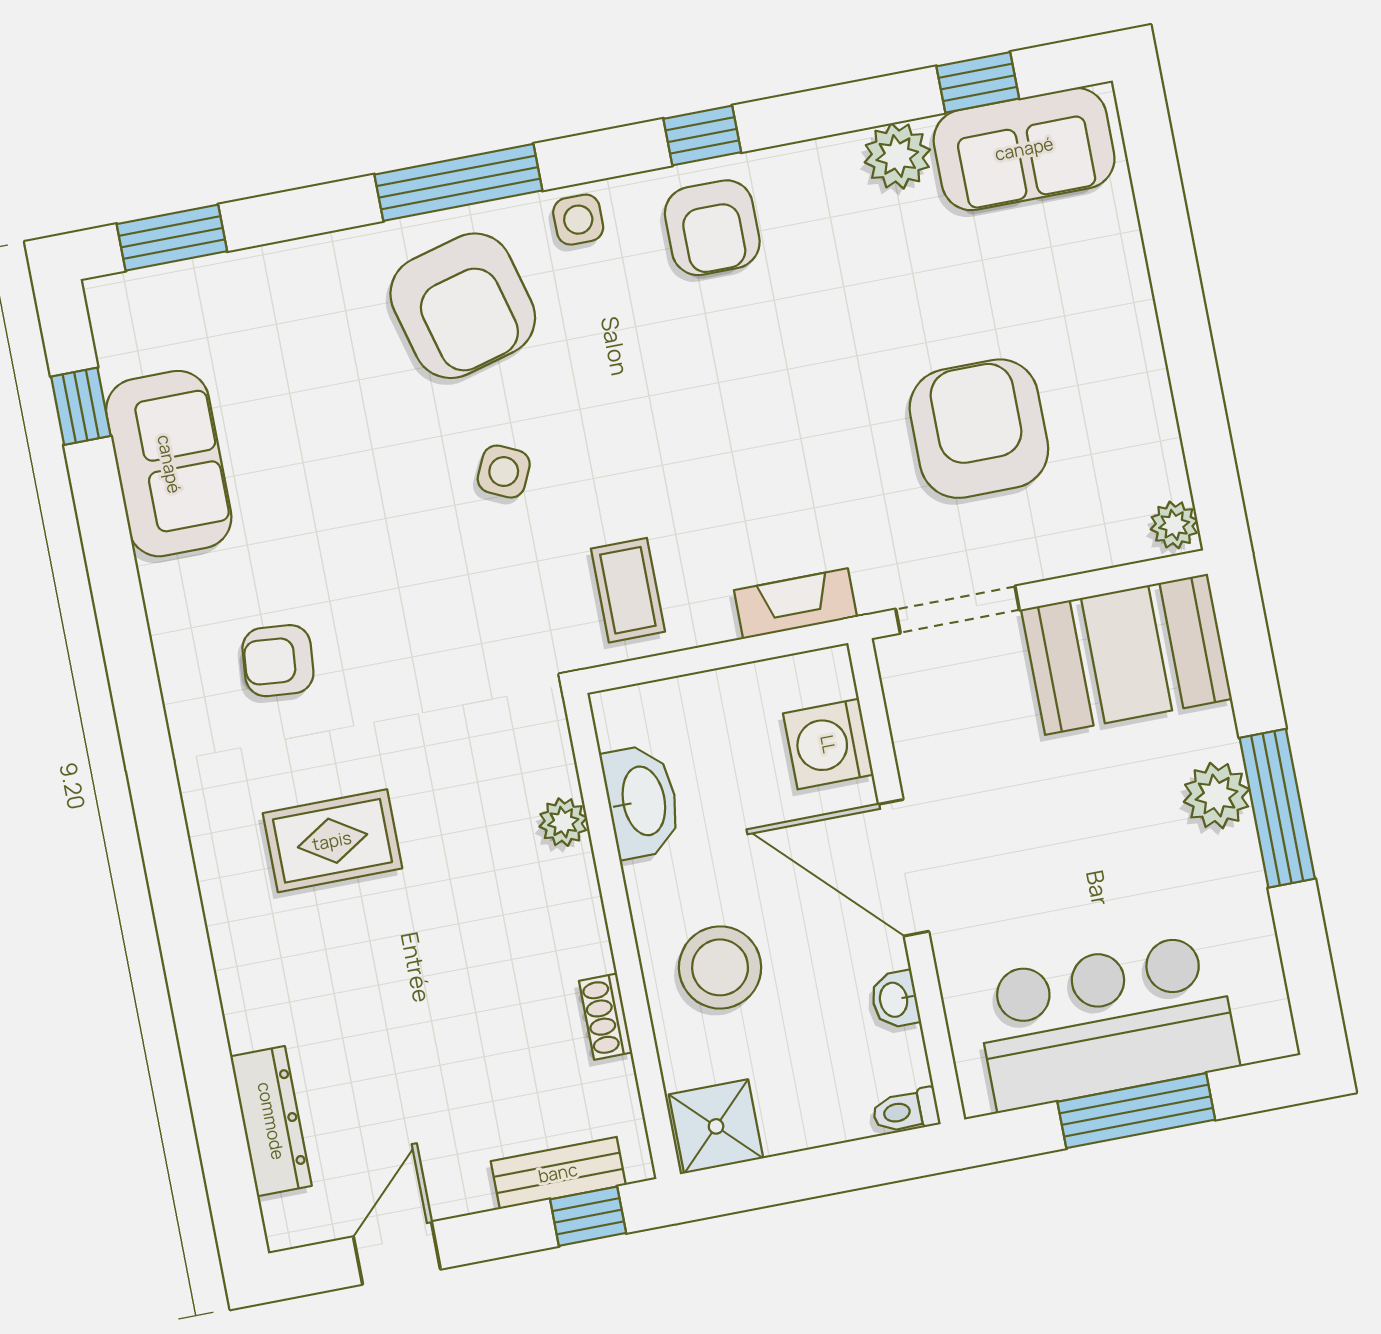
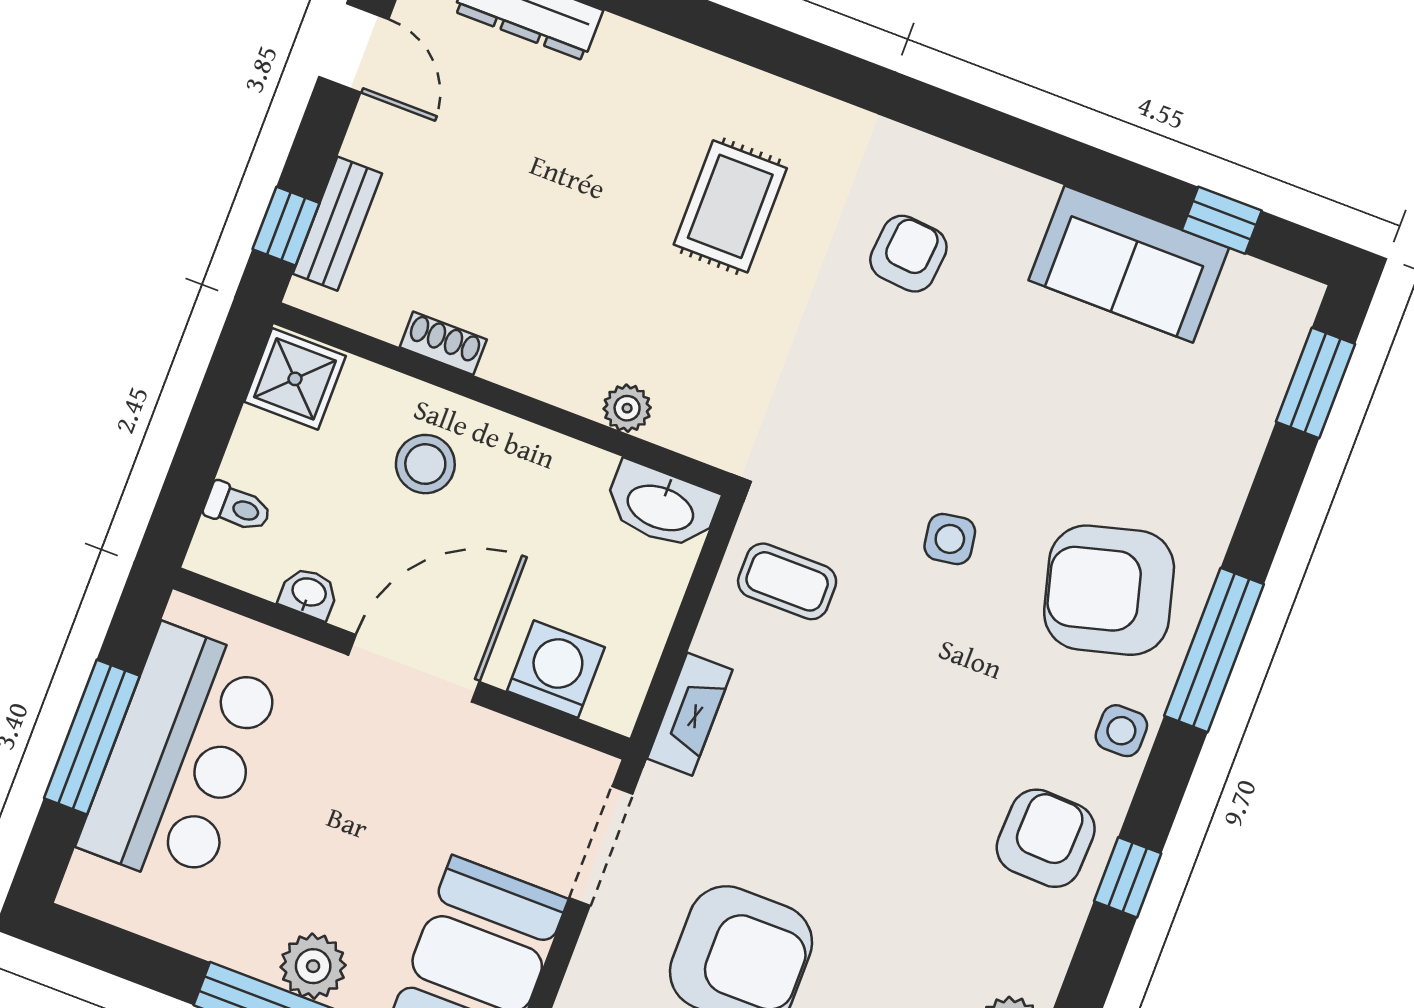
armchair: (712, 228) -> (1046, 838), turned 92
side table: (504, 472) -> (950, 539), turned -34
washbasin: (642, 801) -> (661, 506), moved
stool: (720, 967) -> (425, 464), width x0.73, depth x0.73
toilet: (906, 1111) -> (237, 507), moved, turned 90

